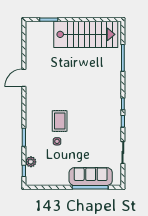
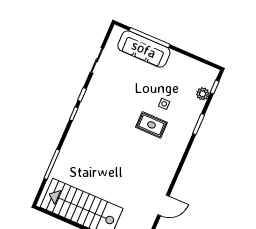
door: (24, 78) -> (163, 205), moved
rug: (60, 121) -> (151, 125), turned 90

